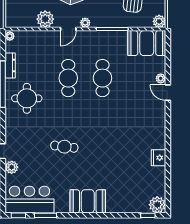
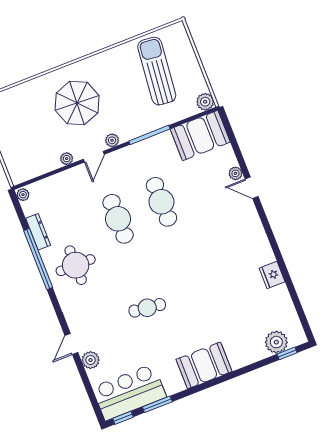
plant: (45, 19) -> (67, 159), width x0.53, depth x0.53
plant: (157, 205) -> (276, 342), moved

